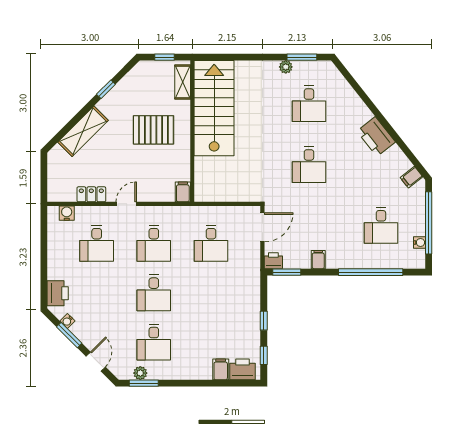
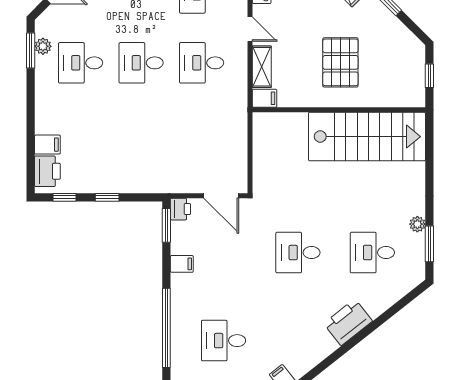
shelving: (183, 82) -> (262, 67), moved, turned 90
printer: (376, 137) -> (348, 322), moved
desk: (211, 243) -> (202, 133), removed

